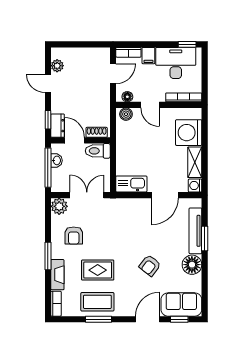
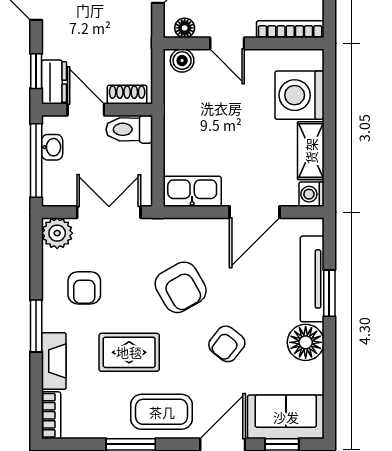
armchair: (125, 235) -> (181, 287), added
coffee table: (97, 302) -> (162, 412), moved

